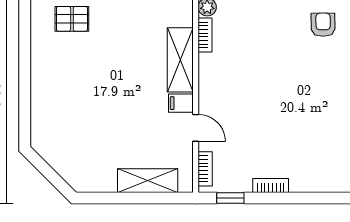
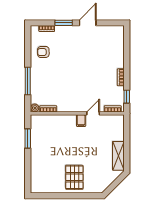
pallet: (72, 19) -> (74, 177), moved, width x1.50, depth x1.42
shelving: (180, 60) -> (60, 121), removed
shelving: (148, 181) -> (118, 156), moved

